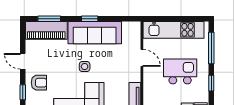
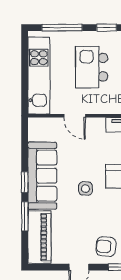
window: (49, 19) -> (25, 216), moved
door: (142, 58) -> (75, 116), swing flipped
armchair: (39, 83) -> (106, 247), turned -85

